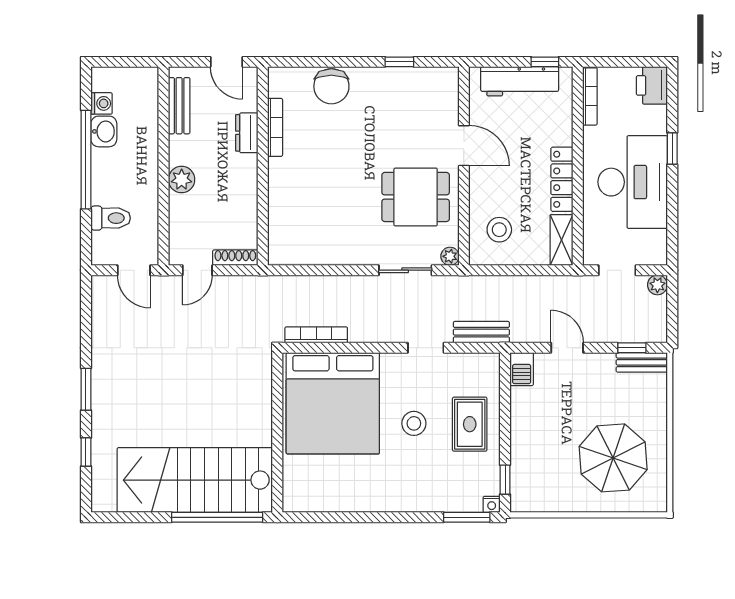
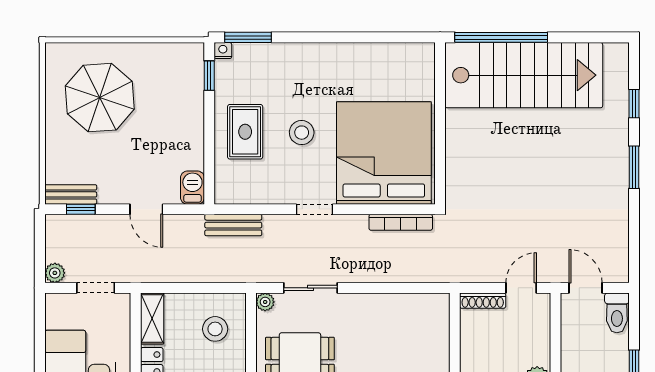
toilet: (111, 218) -> (617, 313), moved, turned -90
doorway: (426, 348) -> (315, 209), moved

